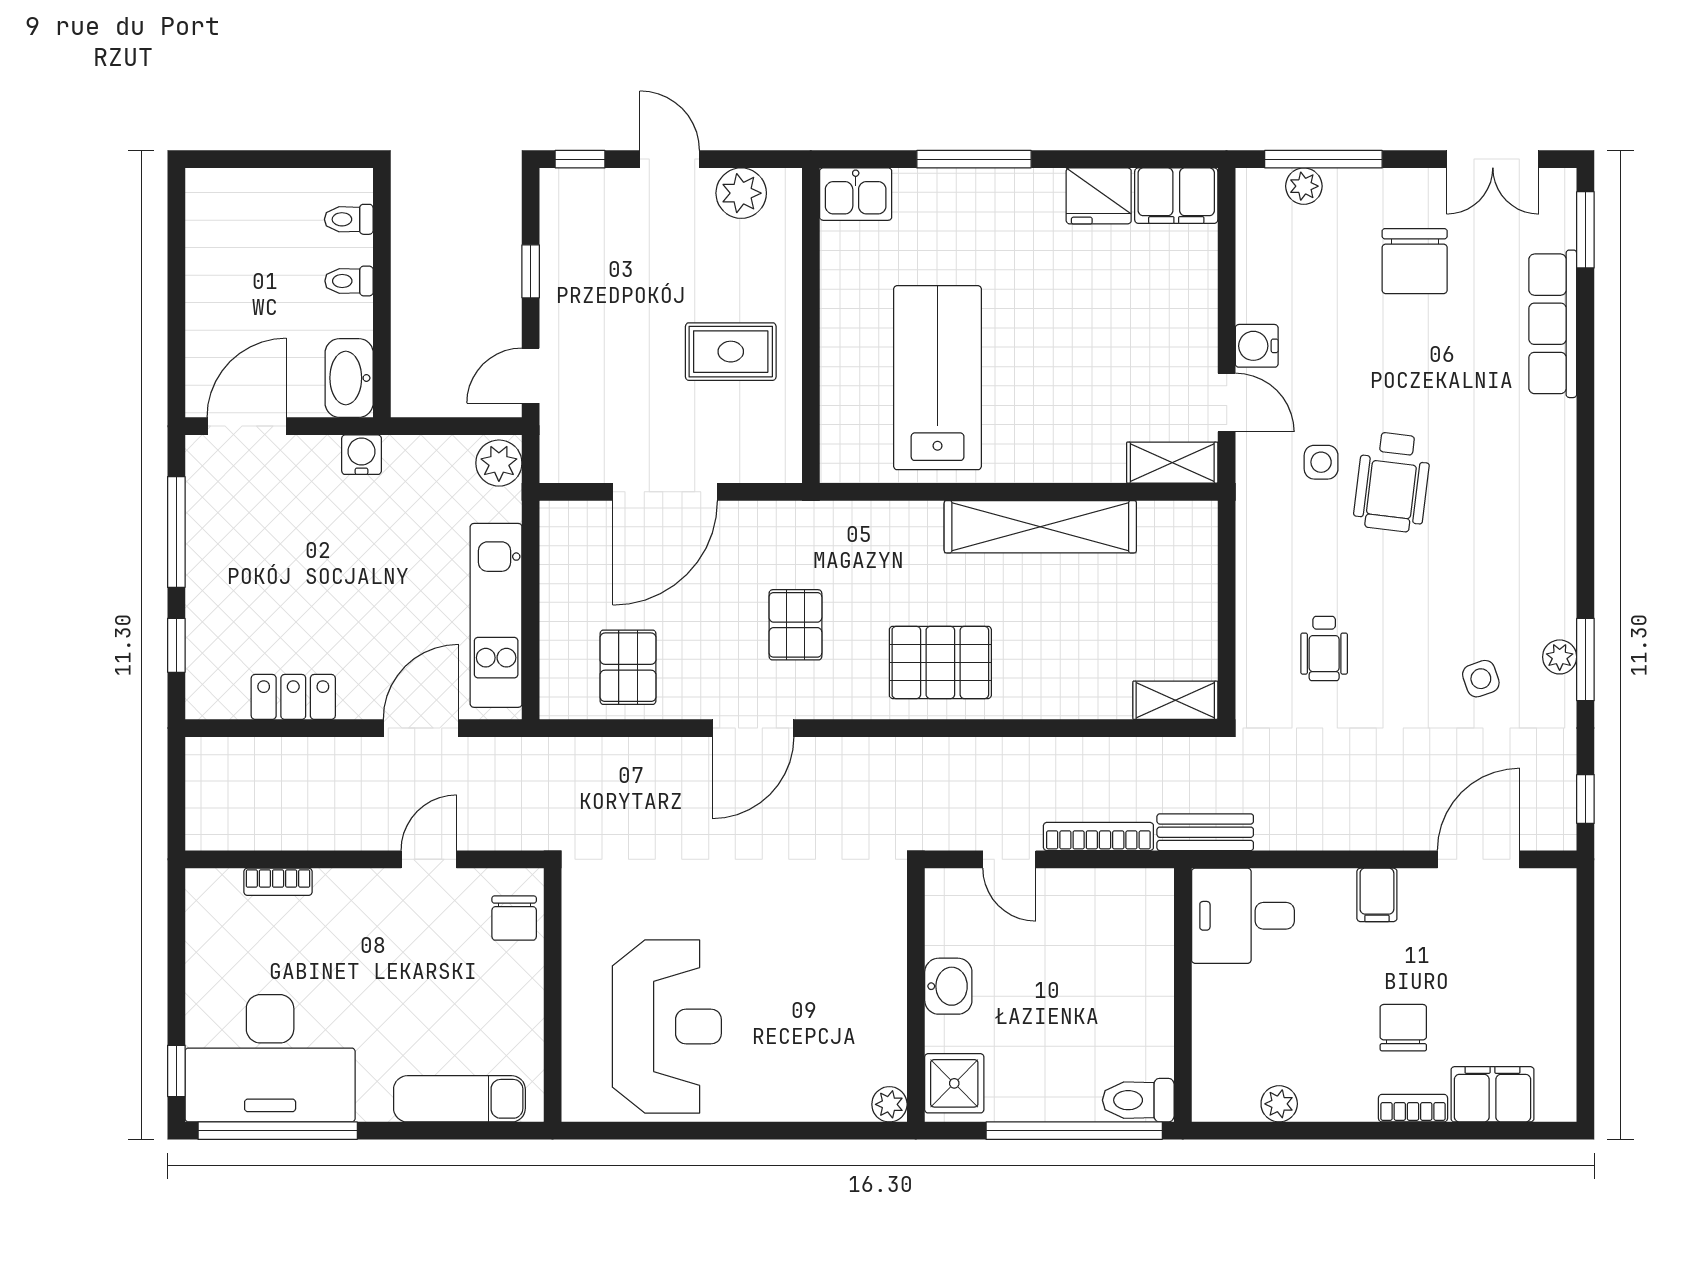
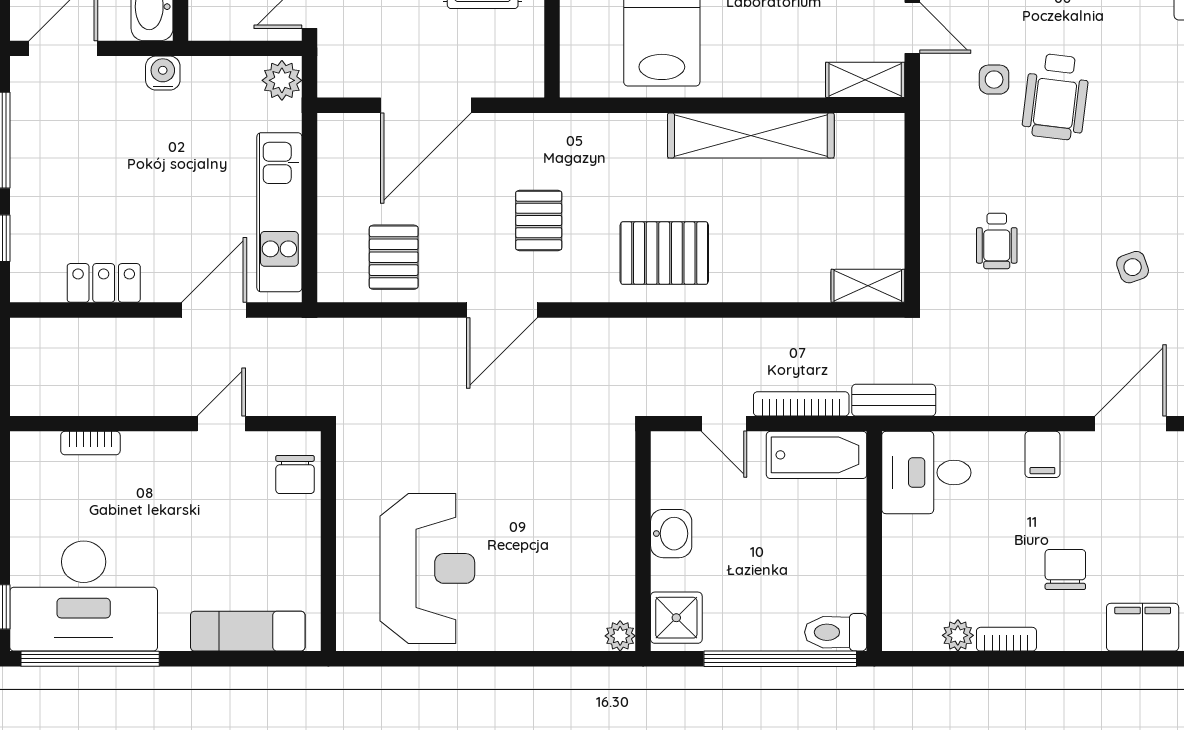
bathtub: (1116, 895) -> (817, 455), added
bookcase: (1413, 1108) -> (1006, 639), moved

